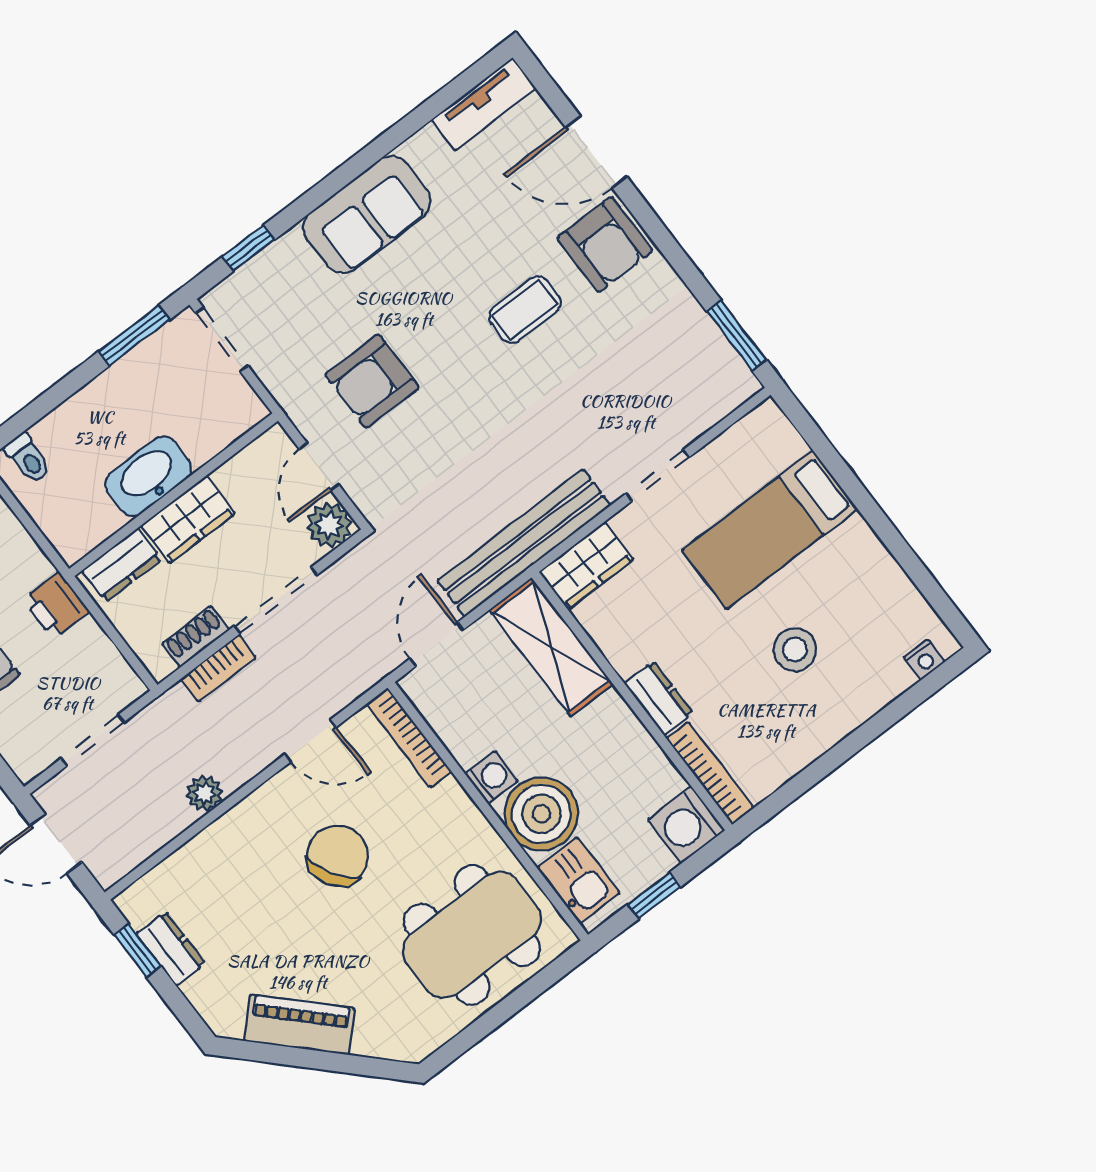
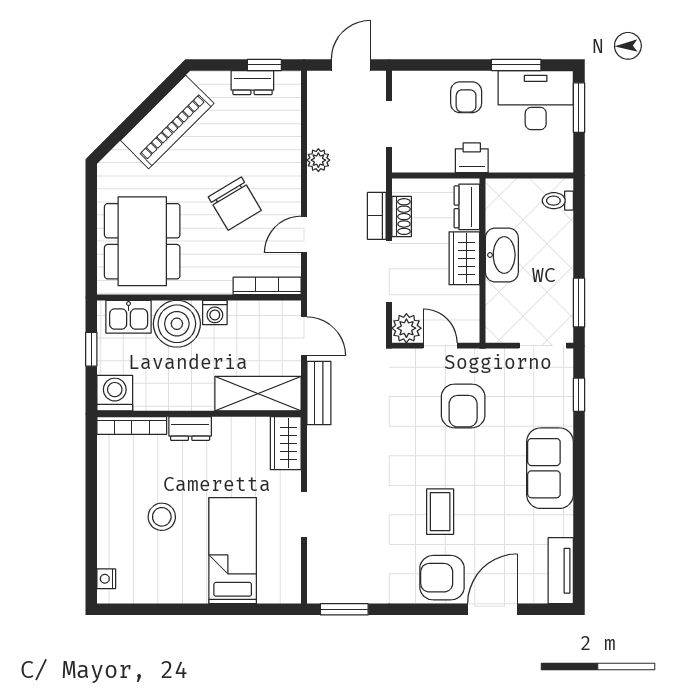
armchair: (372, 381) -> (463, 406), turned 180
bench: (524, 543) -> (319, 393), width x0.54, depth x0.82
piano: (299, 1025) -> (167, 122), width x1.37, depth x1.33

